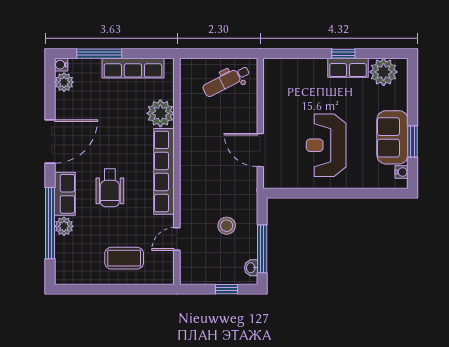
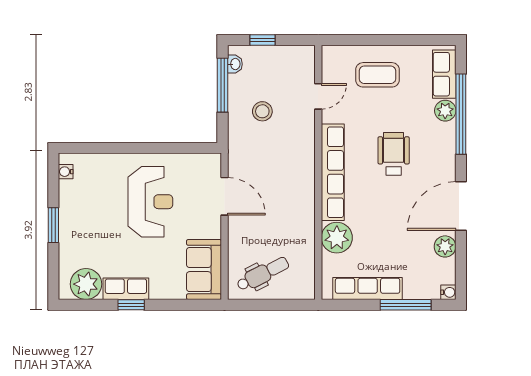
plant: (64, 82) -> (445, 246), moved
sofa: (392, 137) -> (204, 270), moved, turned 180
window: (412, 142) -> (53, 225), moved
row of seats: (65, 194) -> (444, 74), moved

